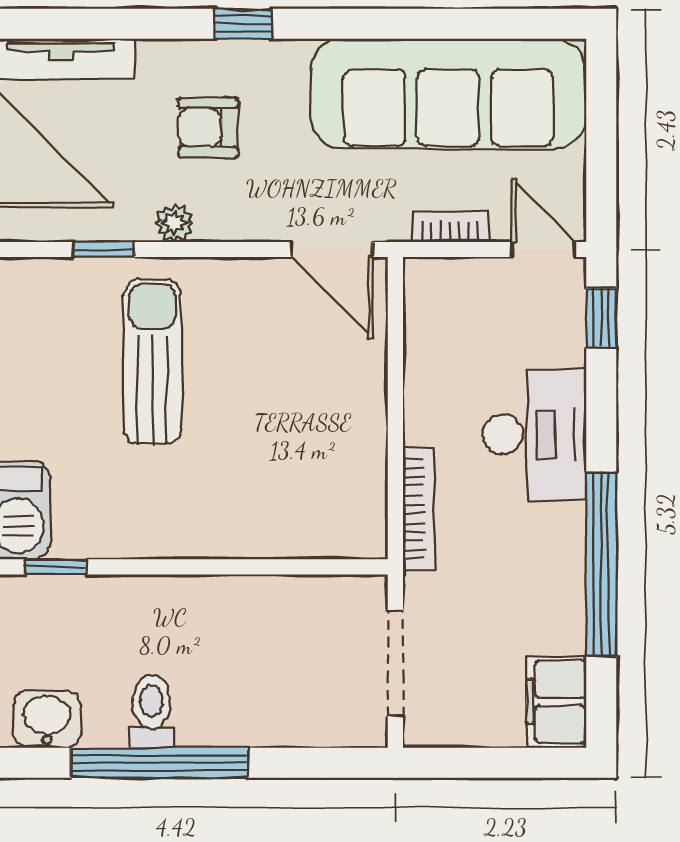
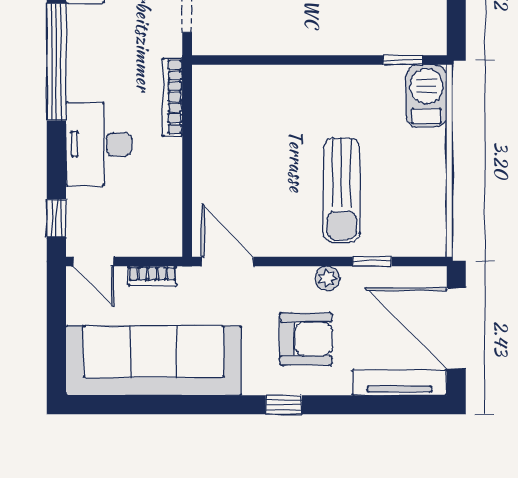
armchair: (208, 128) -> (306, 339), width x1.38, depth x1.38

